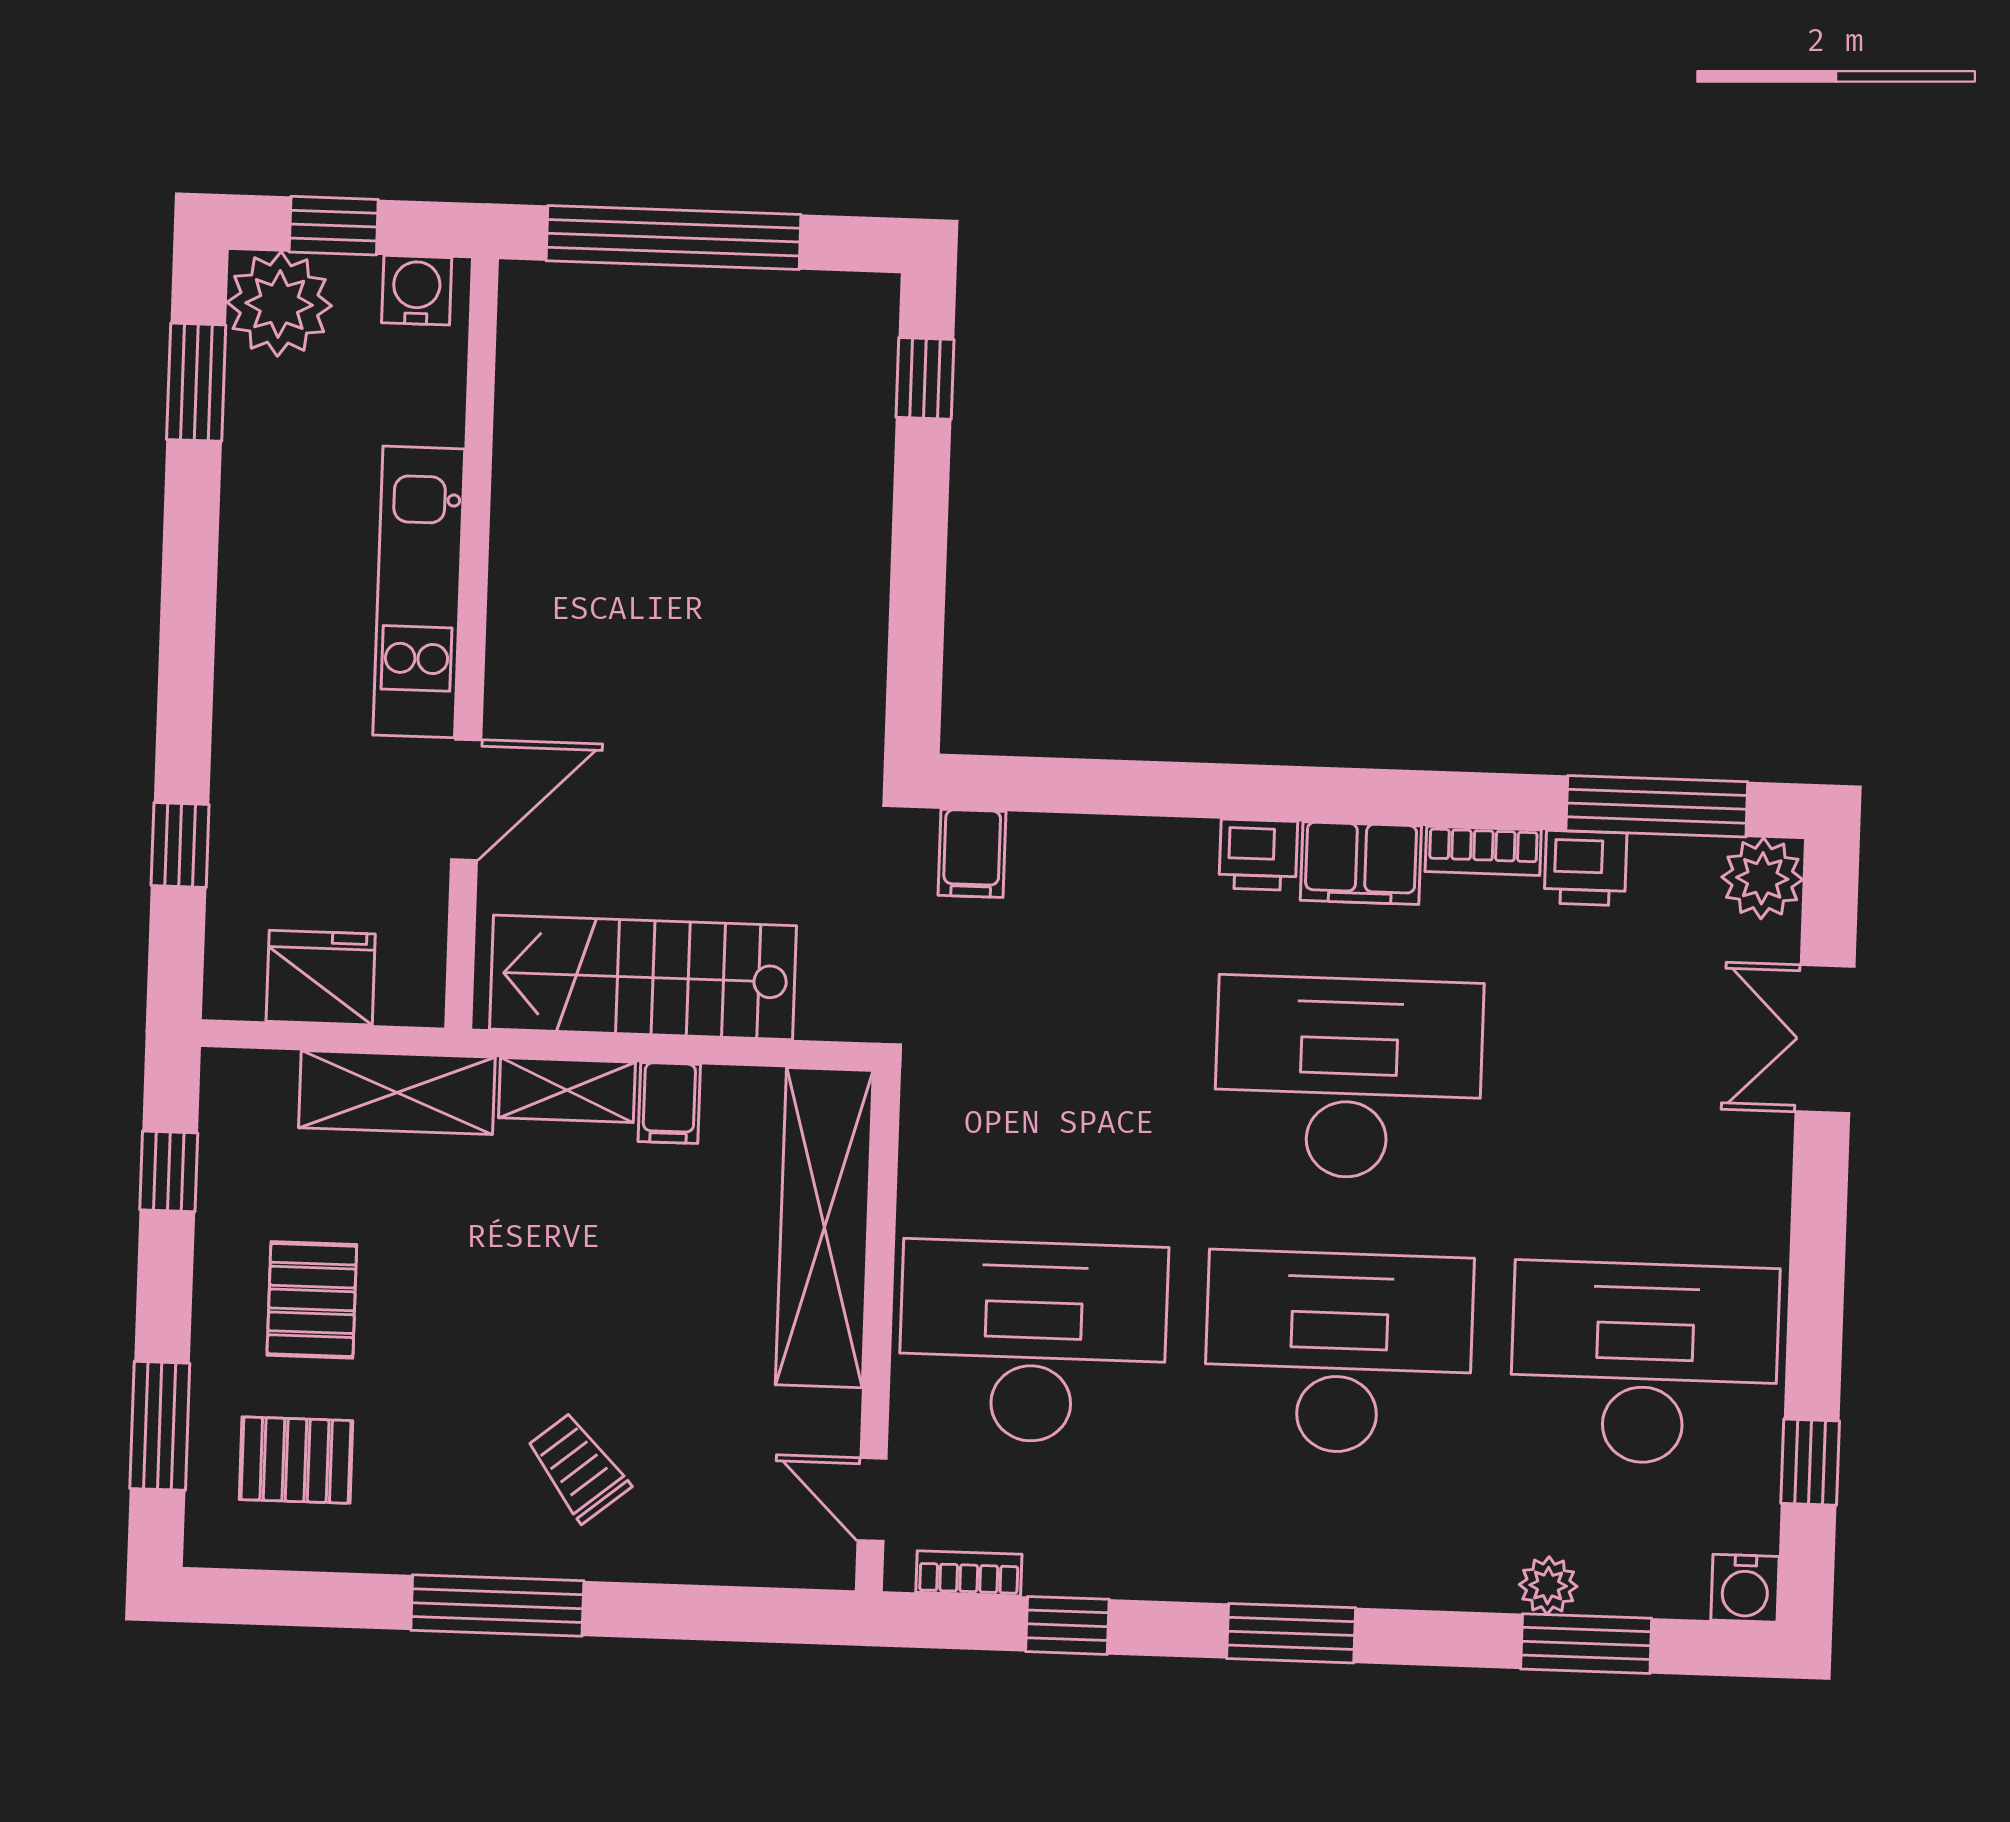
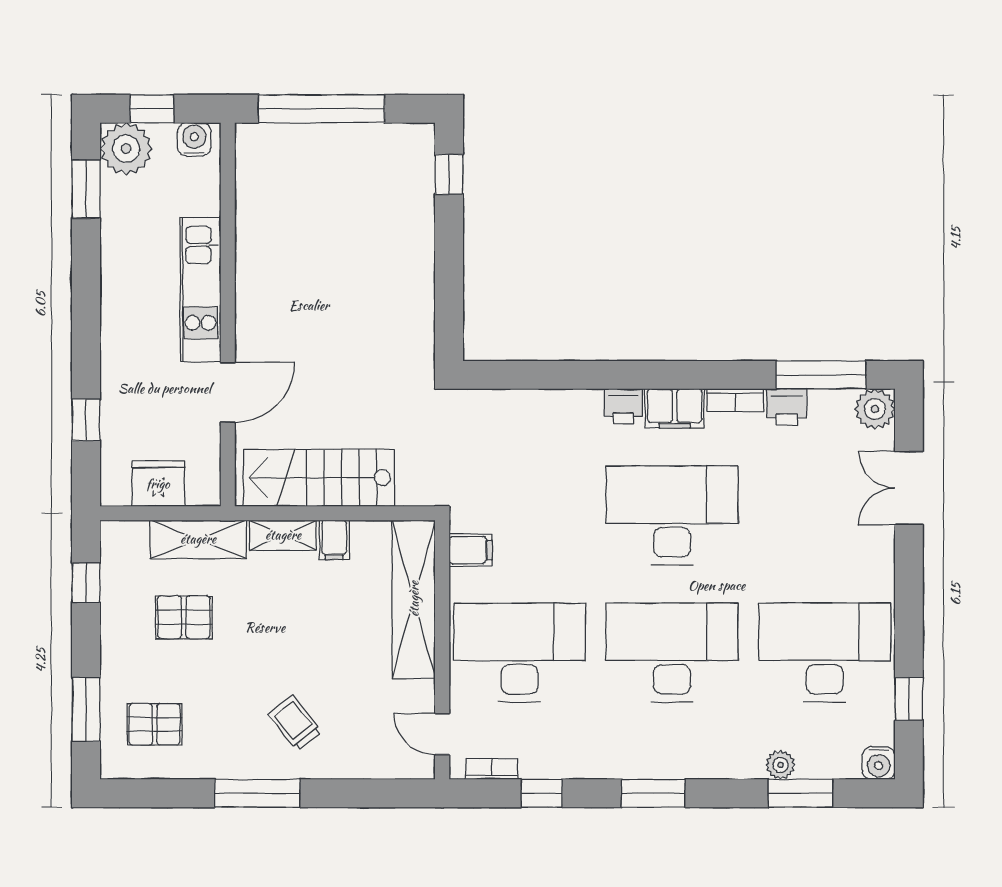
filing cabinet: (972, 853) -> (471, 550), moved, turned -90
pallet: (312, 1300) -> (184, 617), moved, turned 90

